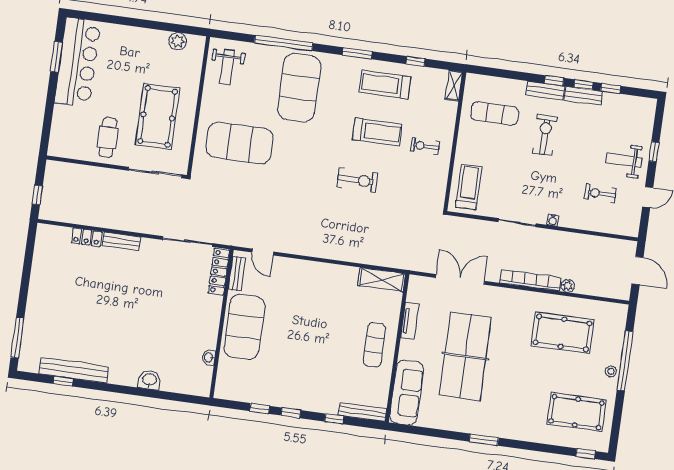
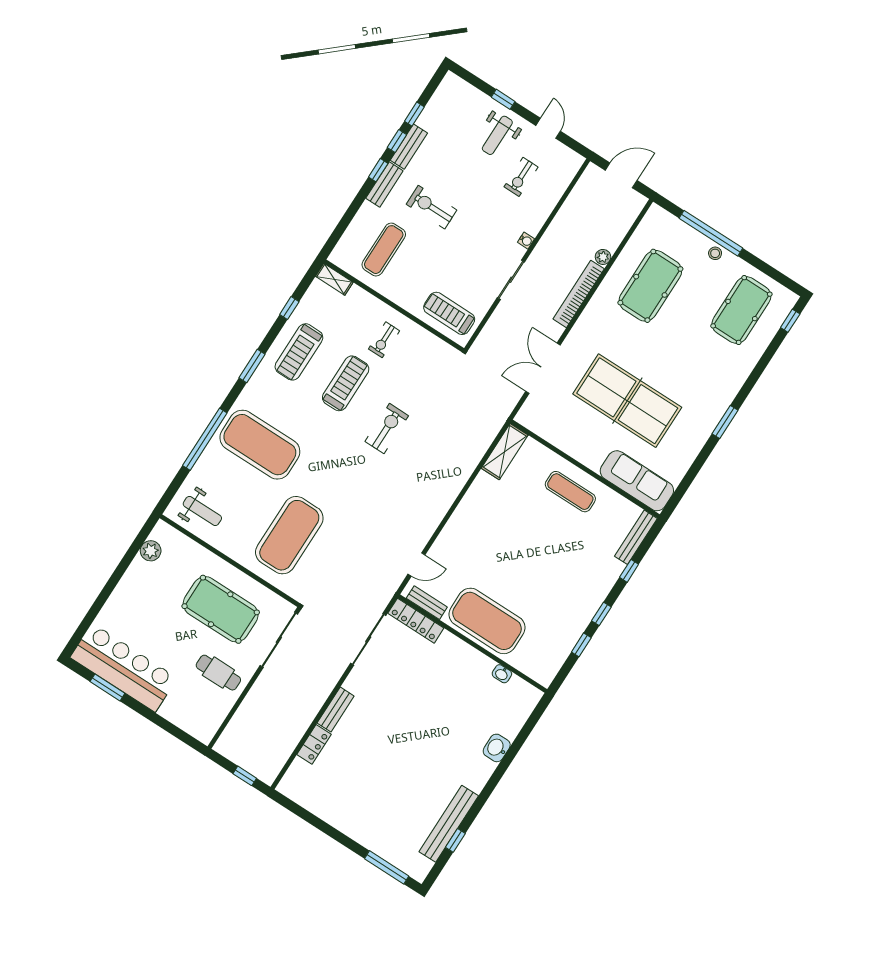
tv unit: (410, 321) -> (563, 442), removed

